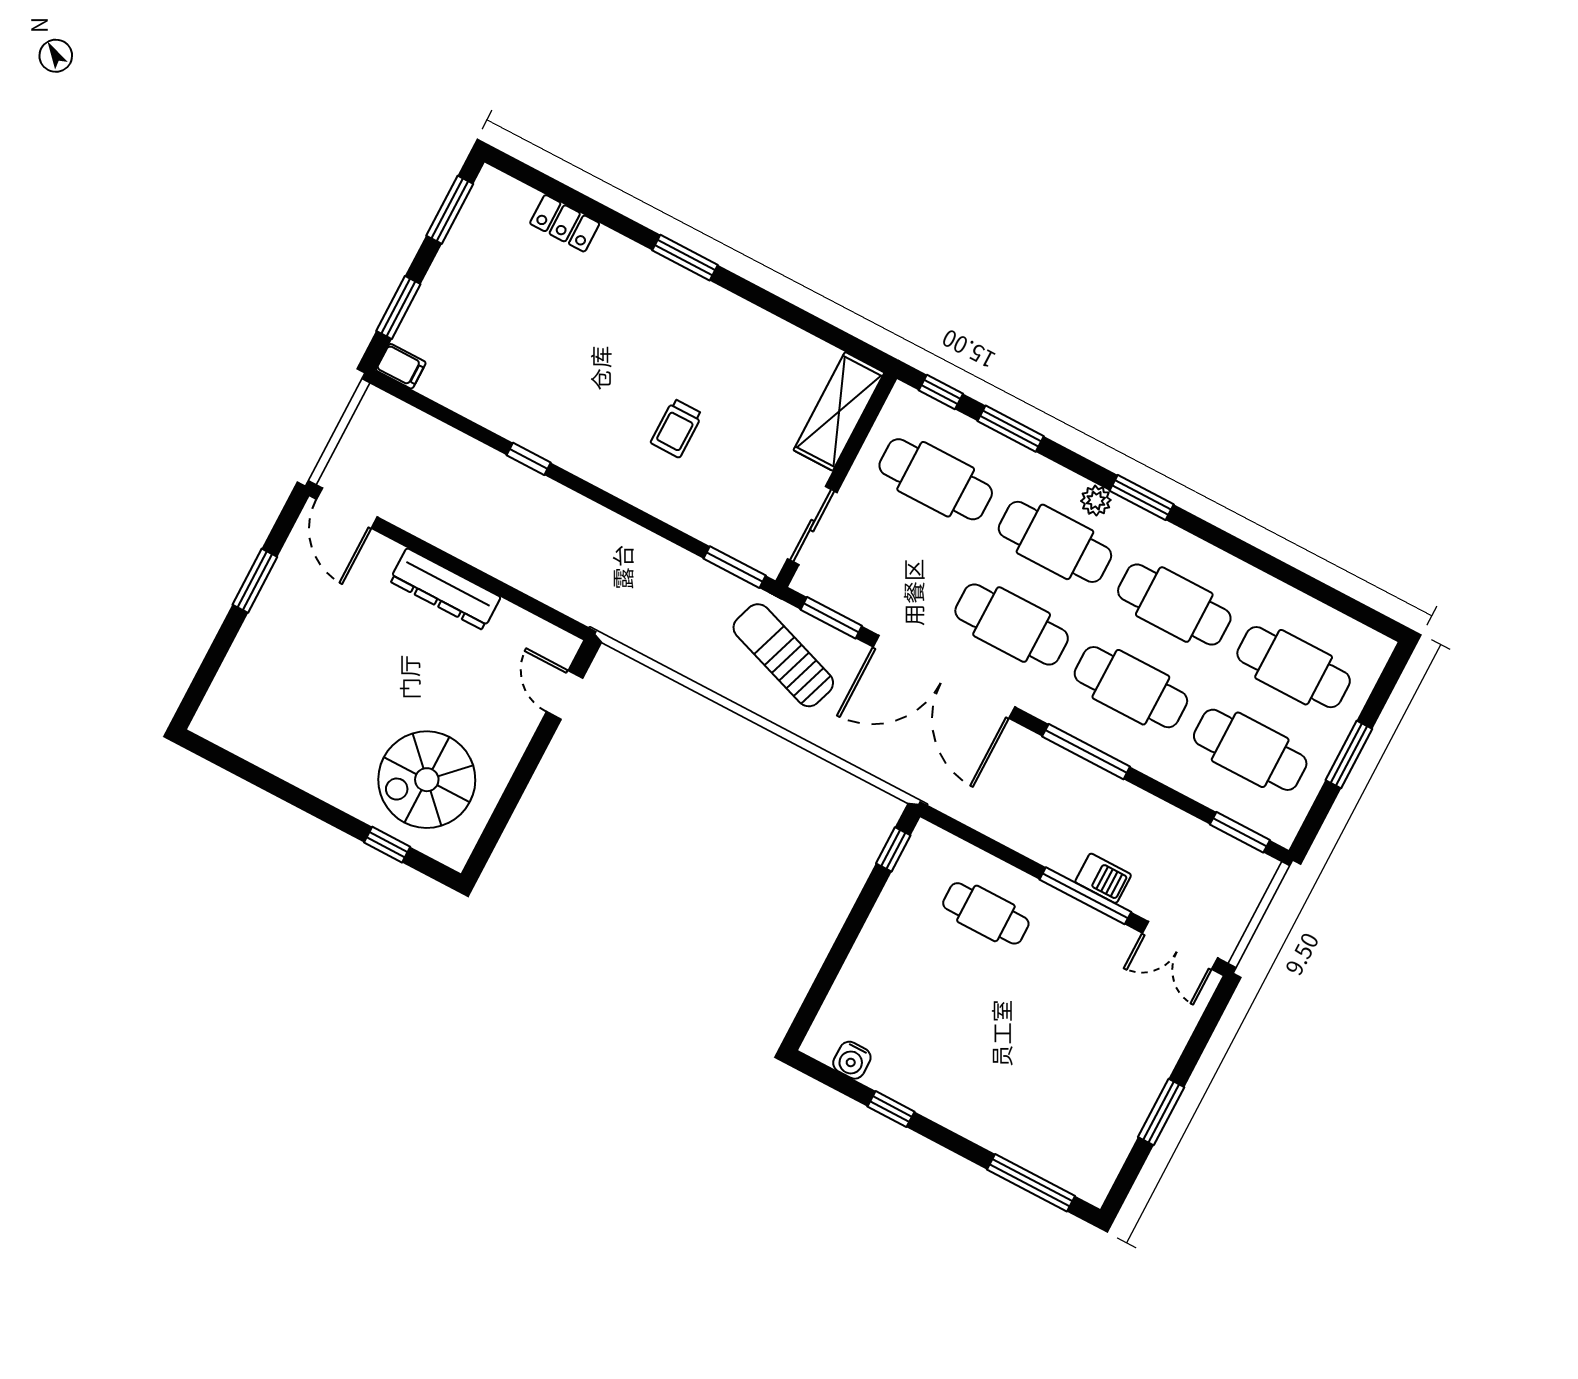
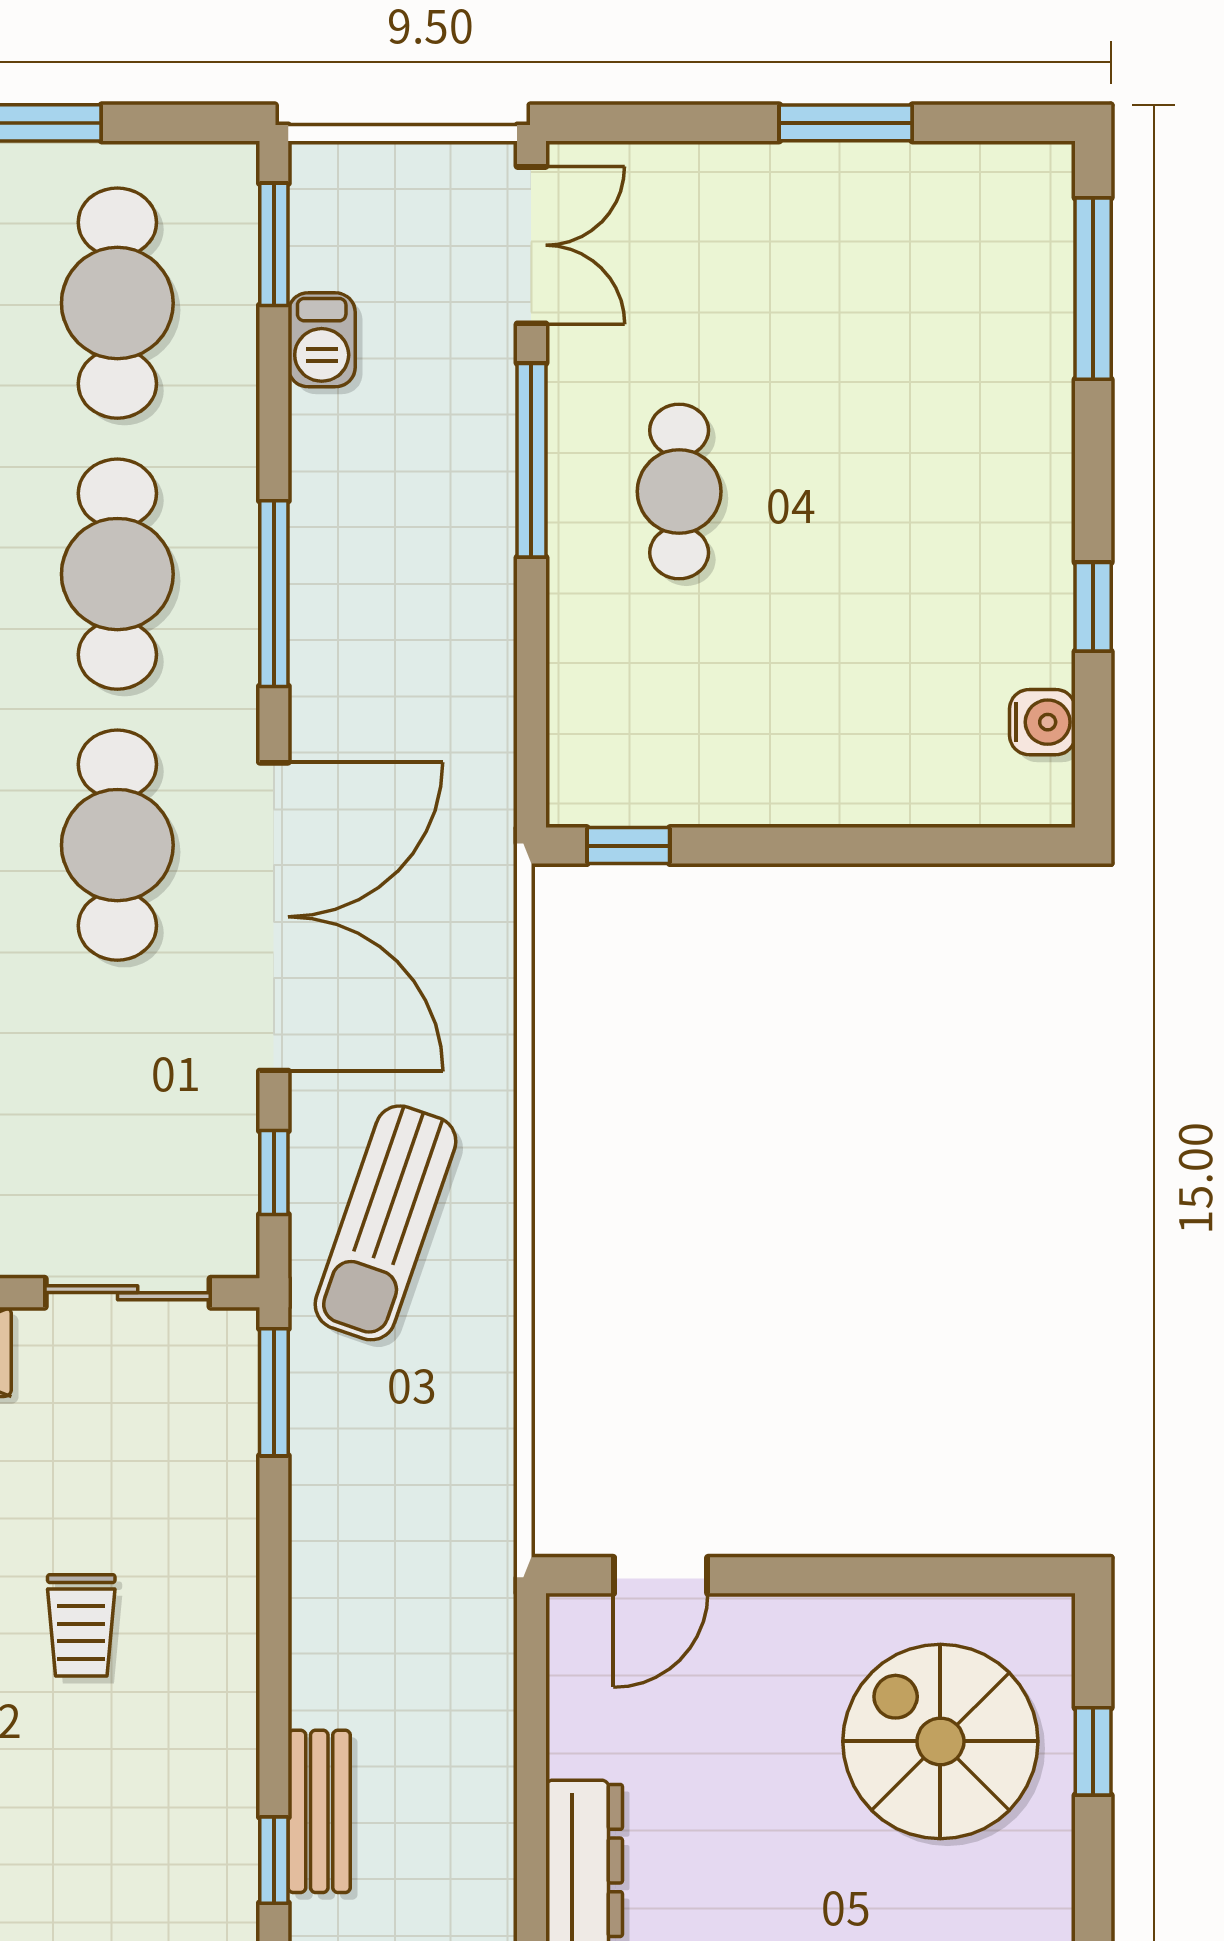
trolley: (676, 428) -> (81, 1625), turned 90
bench: (540, 490) -> (319, 1811), added
window: (831, 618) -> (274, 1173), width x0.67
spiral stairs: (427, 780) -> (940, 1741), turned 180
barbecue: (1103, 878) -> (322, 340), moved, turned 180
cafe table: (986, 913) -> (679, 491), moved

